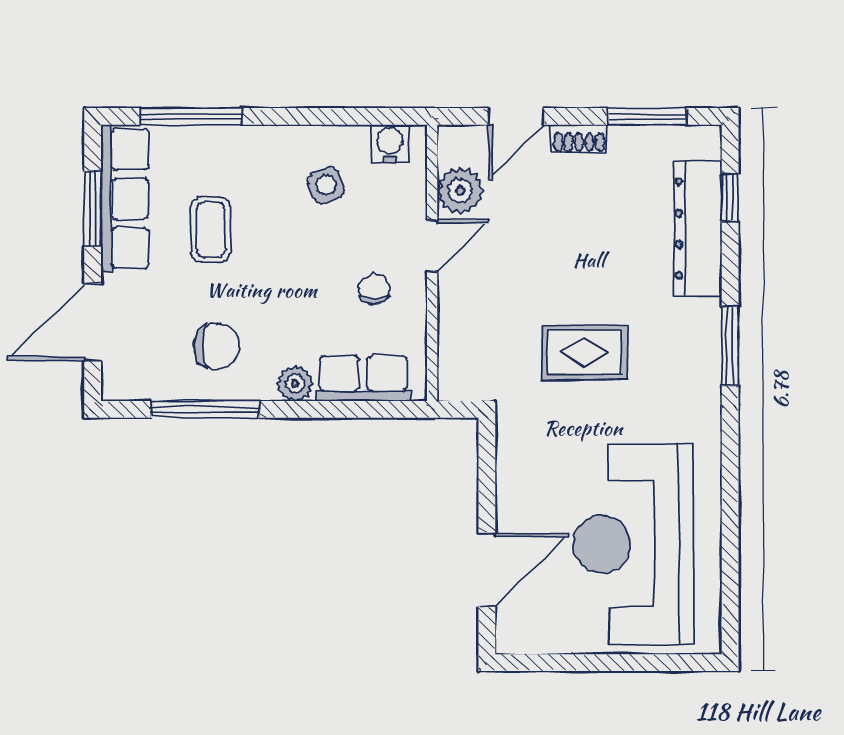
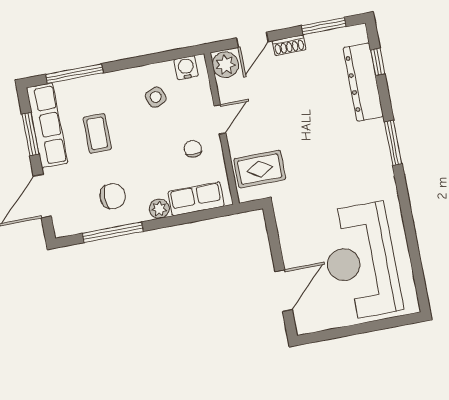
plant: (460, 191) -> (225, 65), moved
rug: (584, 353) -> (260, 169), moved

